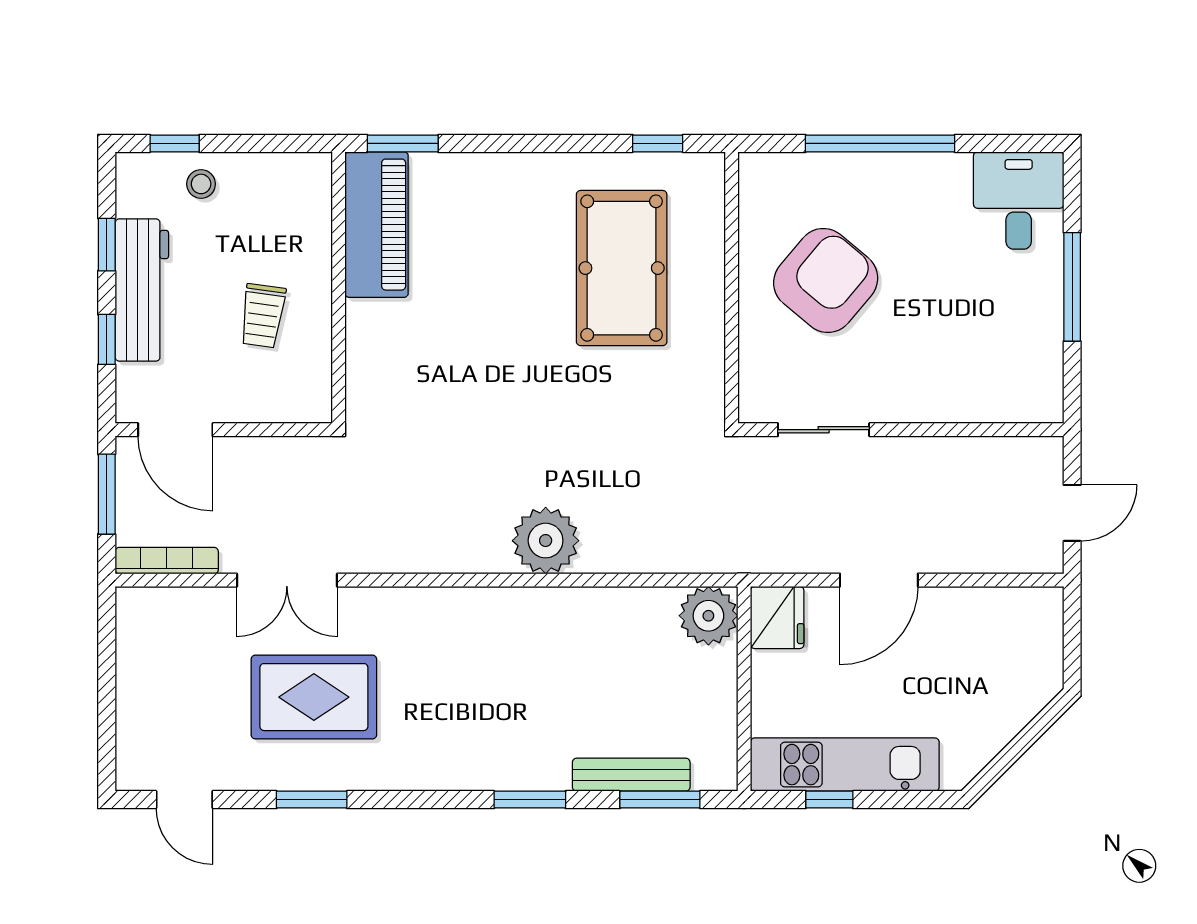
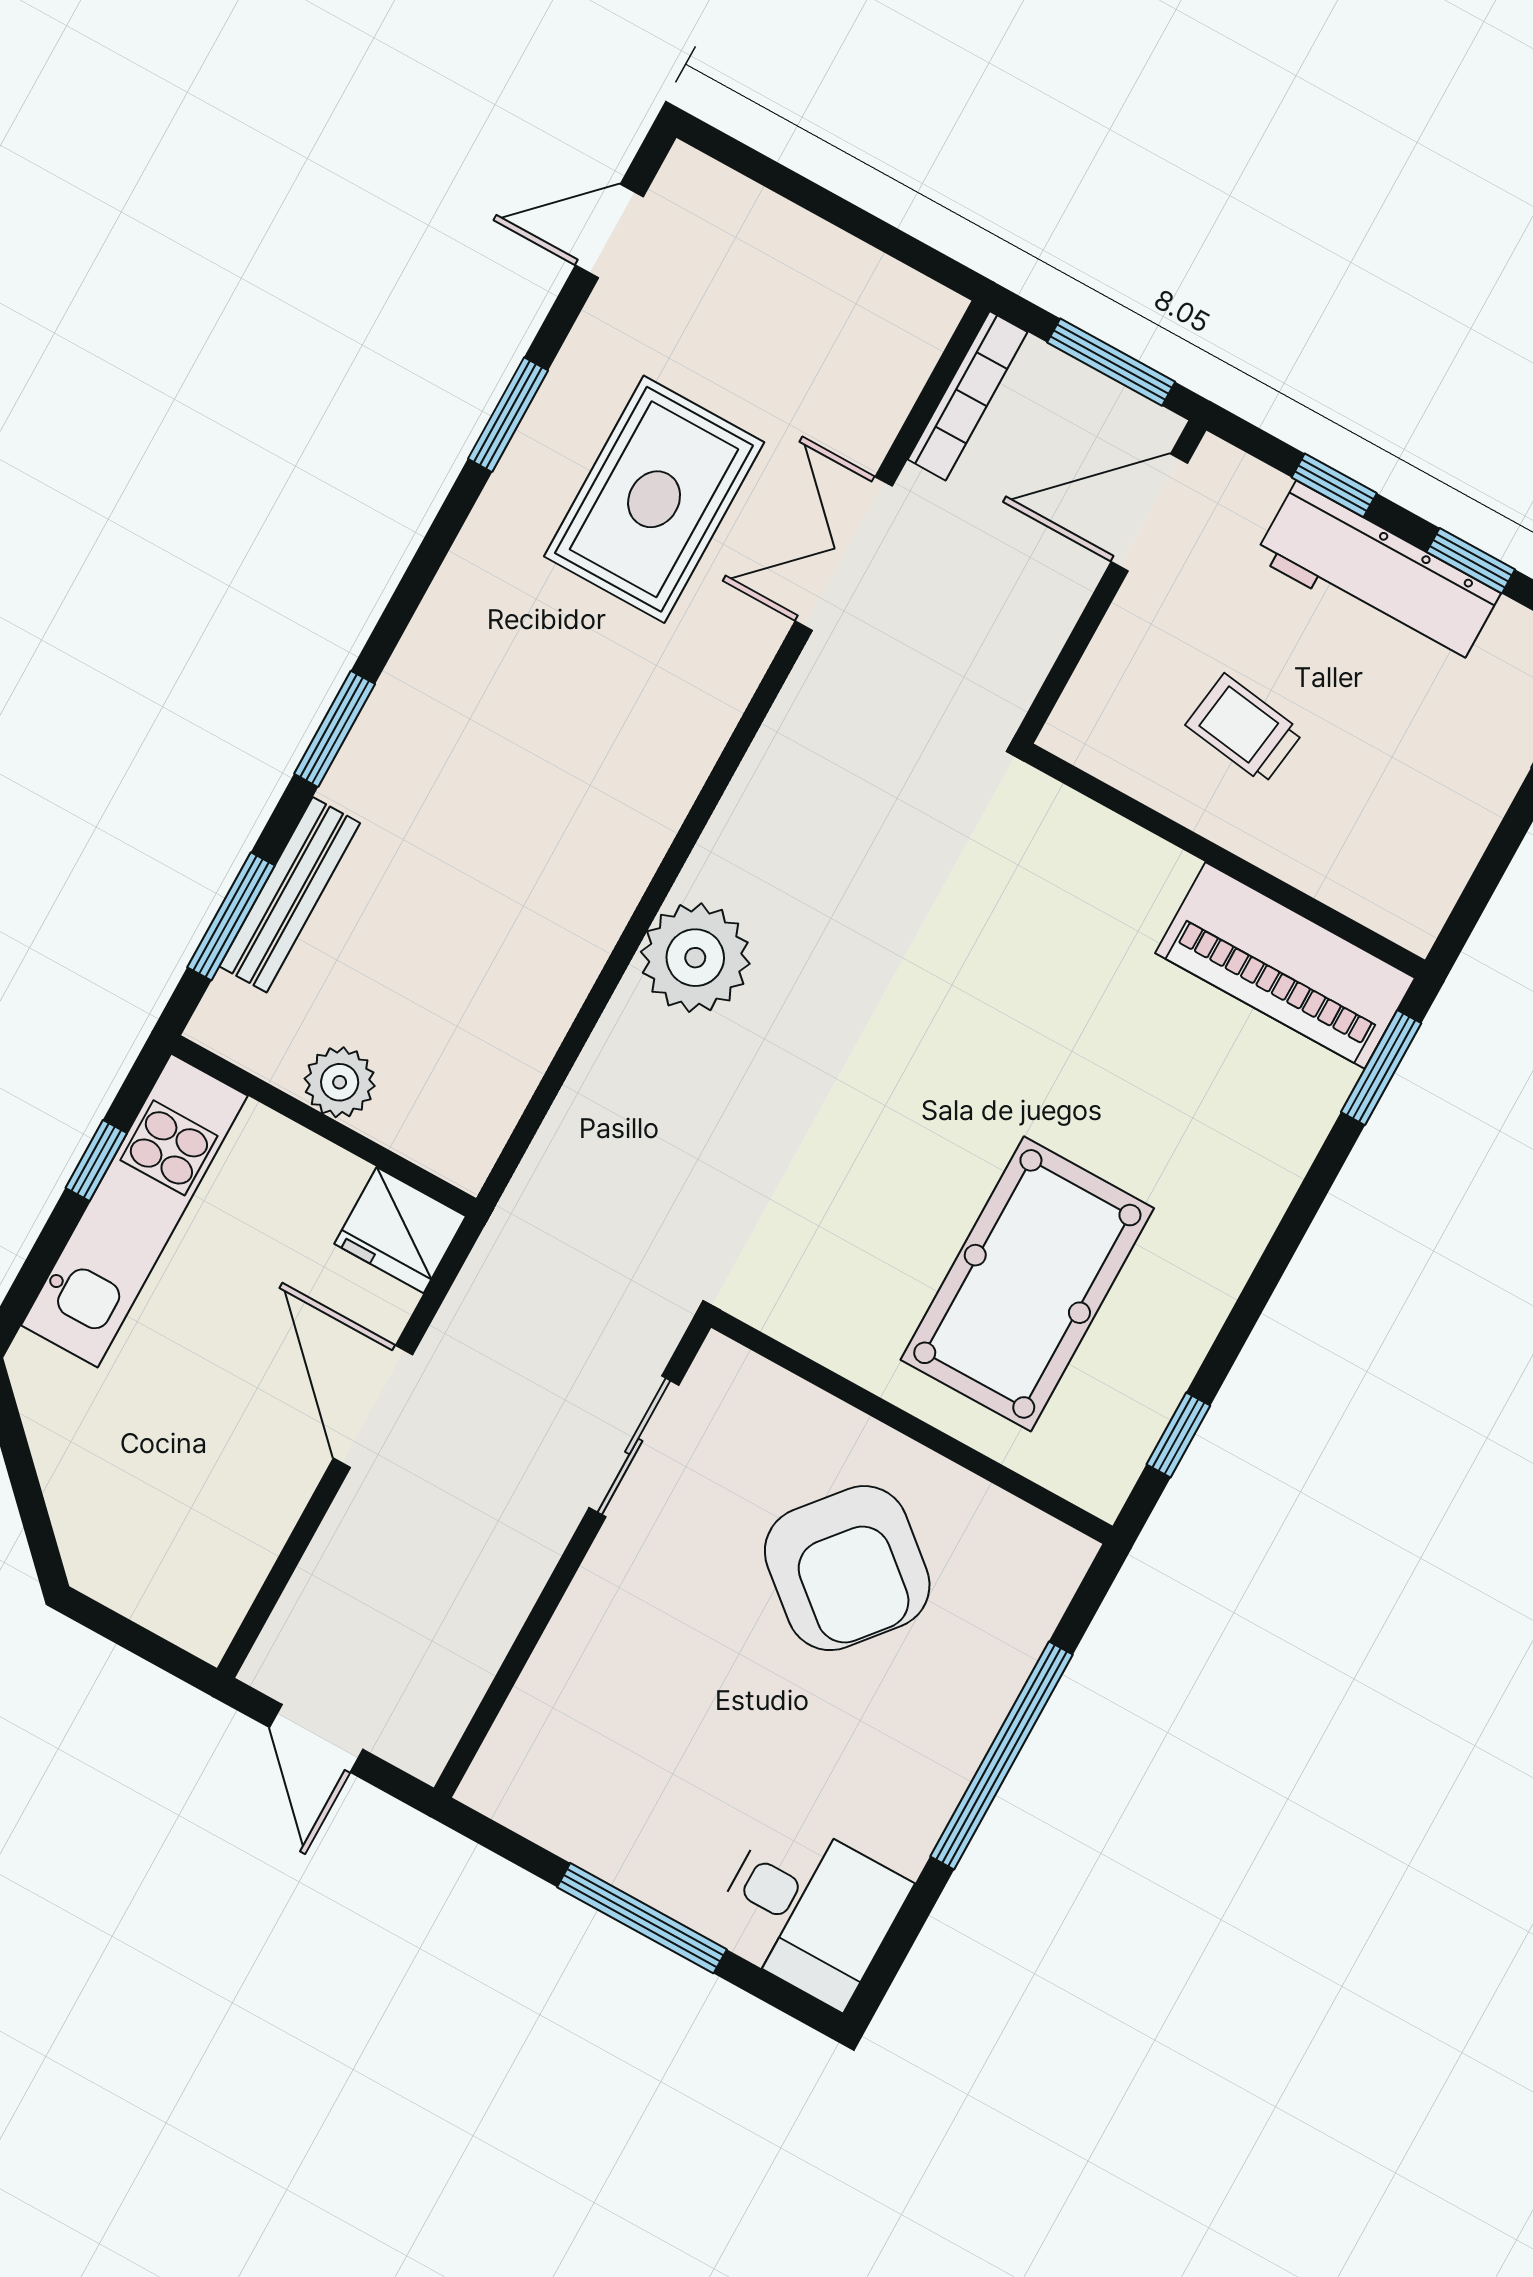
stool: (201, 184) -> (1483, 745), removed
pool table: (622, 268) -> (1027, 1284), turned 90
plant: (708, 616) -> (340, 1082), moved, width x0.73, depth x0.73

